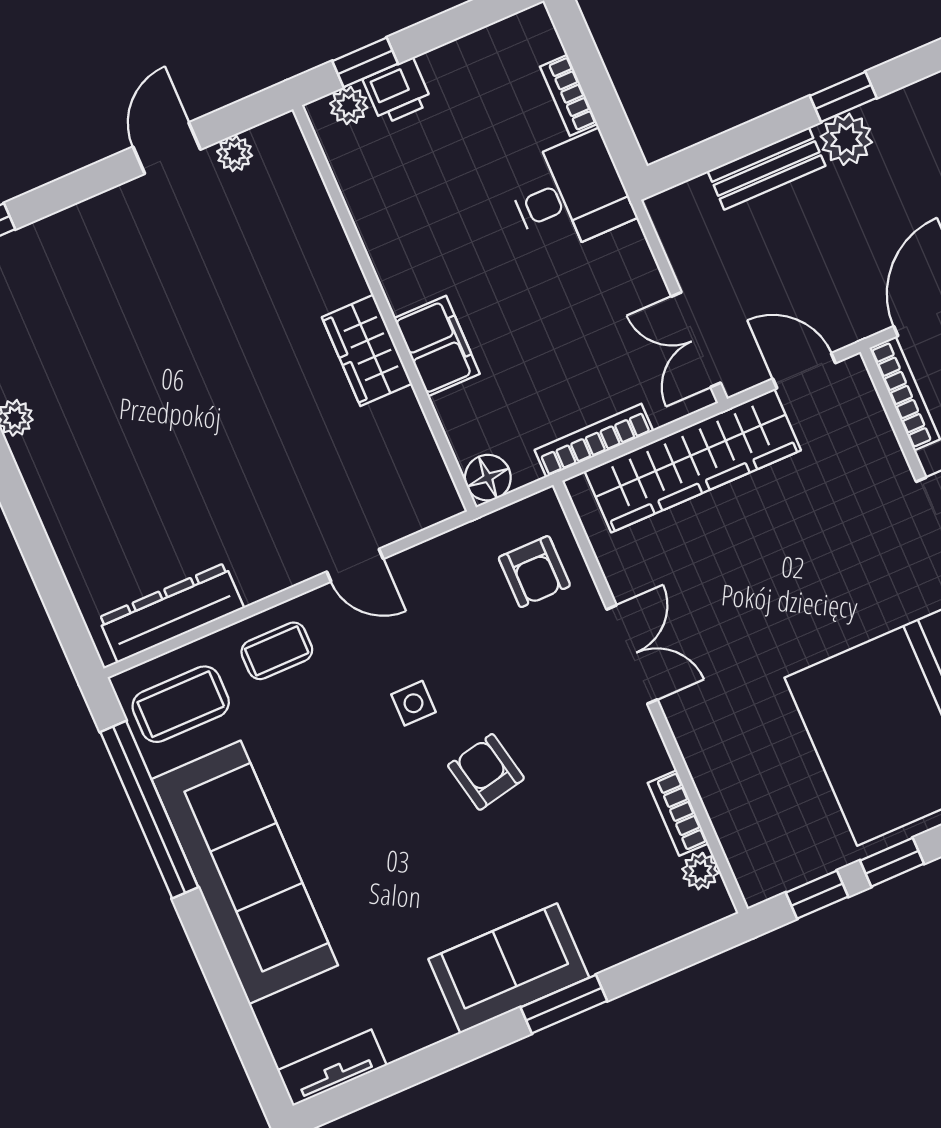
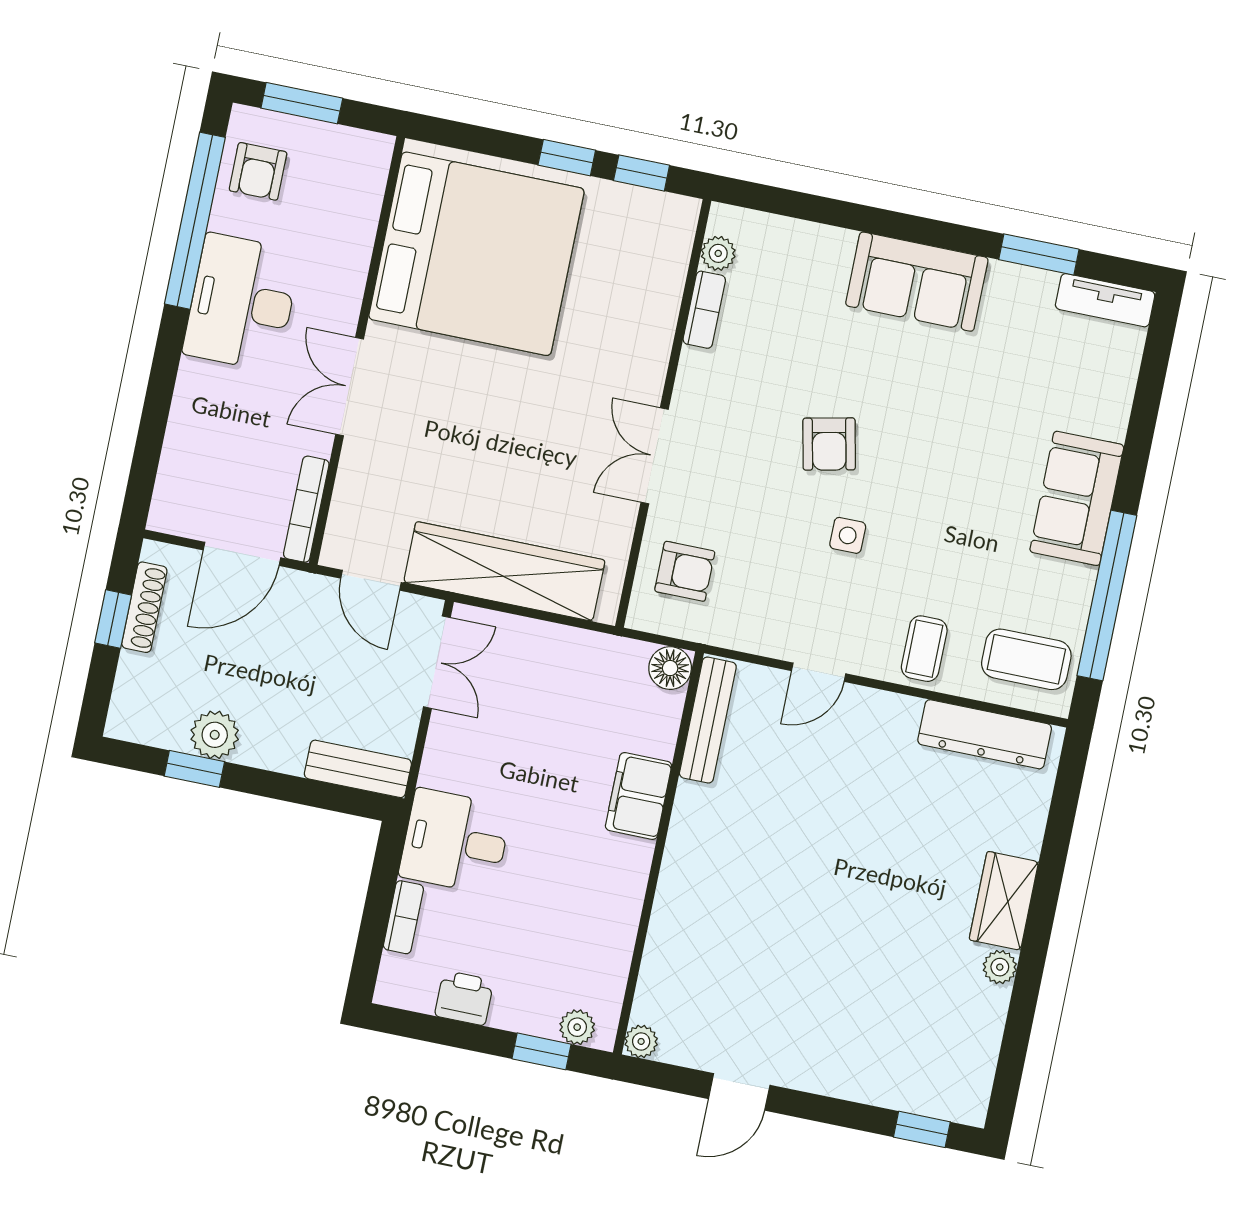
printer: (397, 91) -> (464, 998), moved
plant: (235, 154) -> (641, 1041), moved
bench: (767, 169) -> (358, 769), moved
wardrobe: (367, 350) -> (1004, 901), moved, turned 180
bookcase: (594, 440) -> (569, 640), removed
bench: (423, 455) -> (708, 720), added
door: (355, 565) -> (819, 672), swing flipped
armchair: (534, 572) -> (685, 571), turned 90
coffee table: (277, 651) -> (924, 649), turned 90
sofa: (245, 872) -> (1077, 498), width x0.54, depth x0.79
window: (564, 1004) -> (1039, 254), moved

